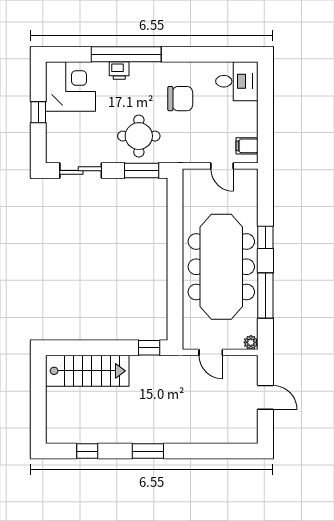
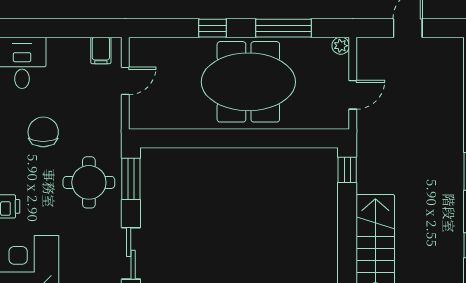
meeting table: (221, 267) -> (248, 82), width x0.73

